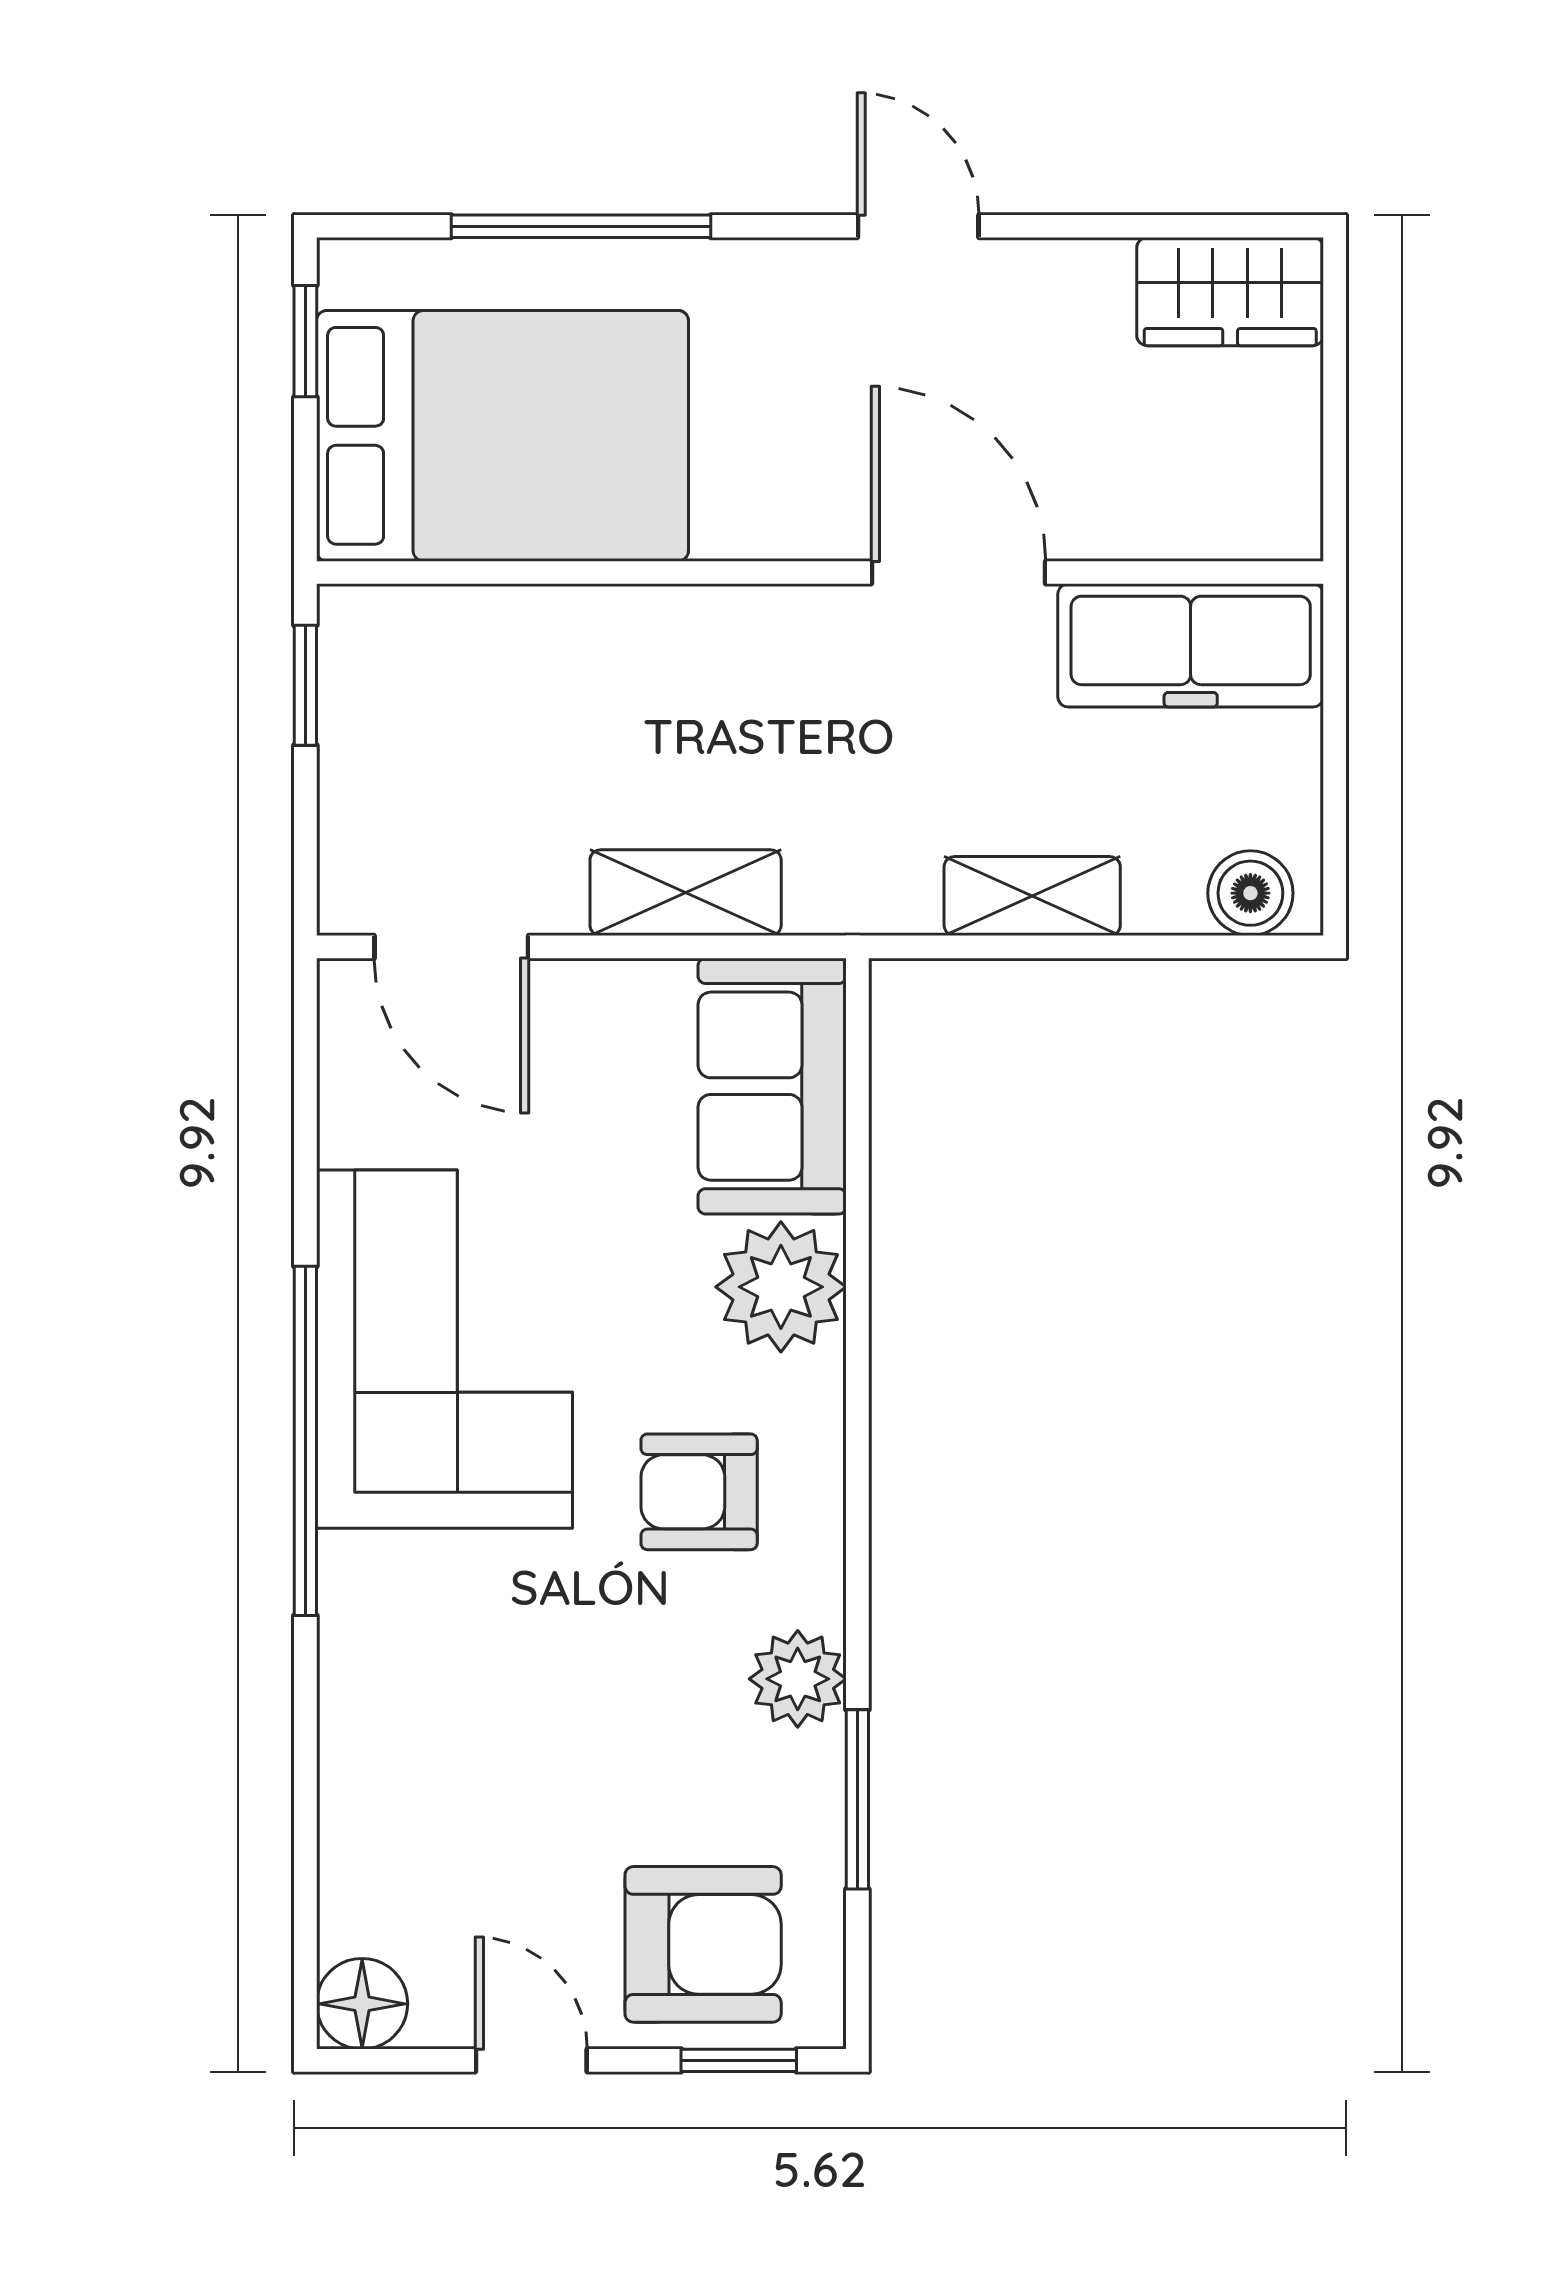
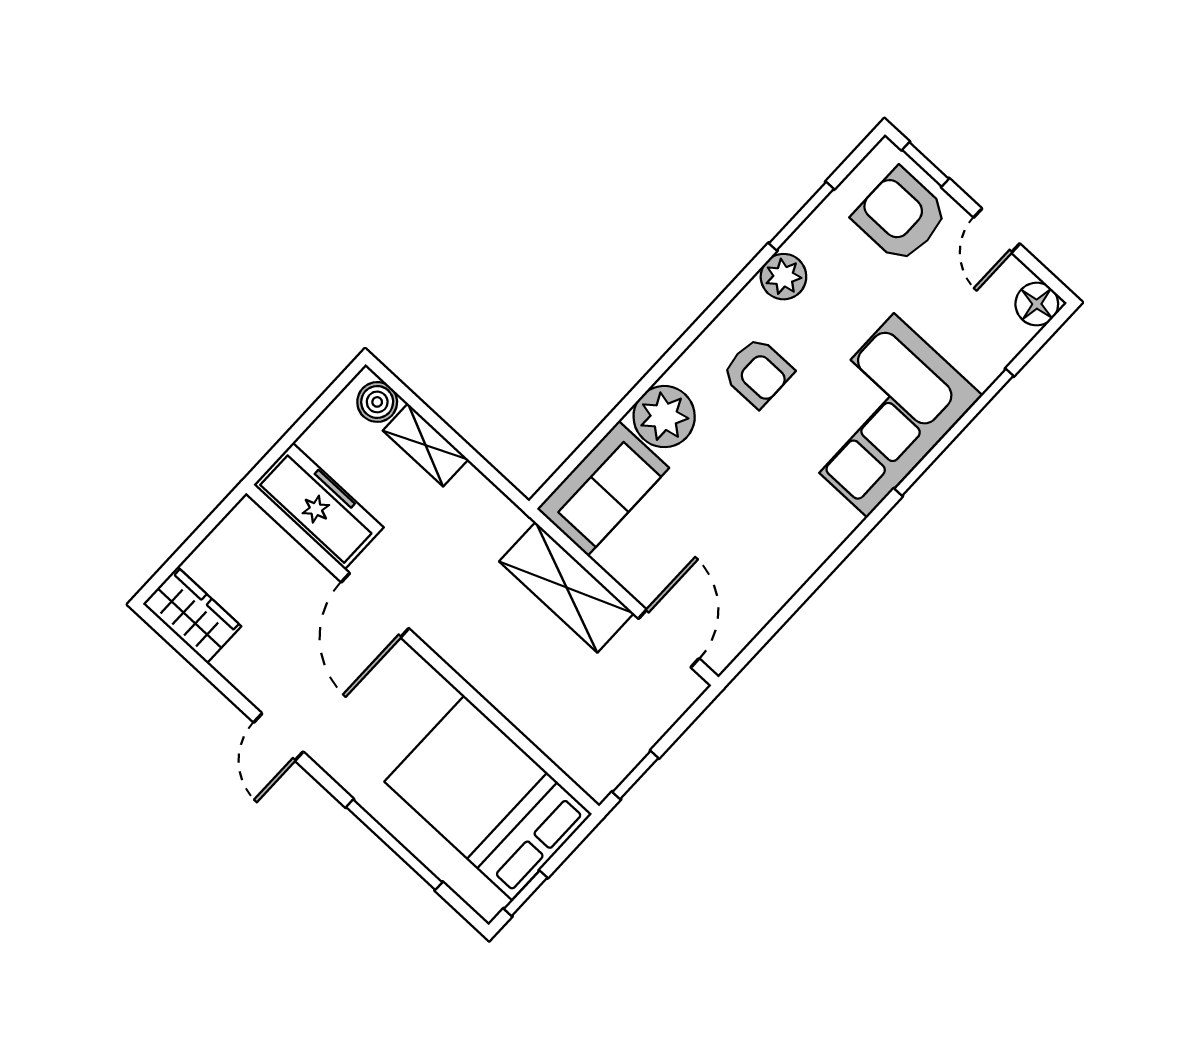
shelving: (686, 893) -> (566, 587), width x1.50, depth x1.33
shelving: (1032, 896) -> (425, 445), moved
corner sofa: (444, 1349) -> (881, 415), moved
window: (305, 1441) -> (954, 432), moved

